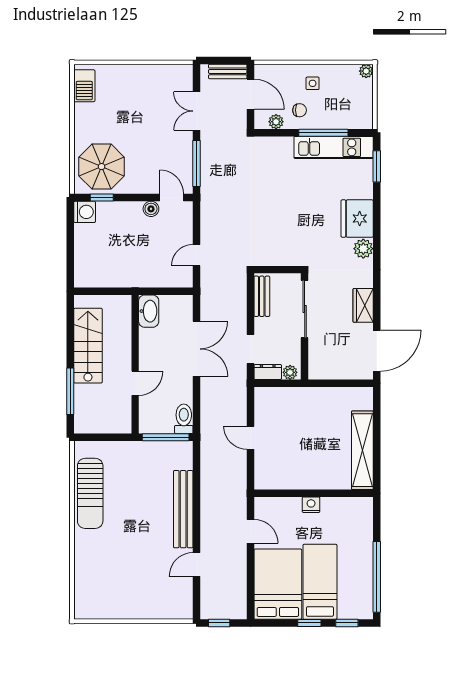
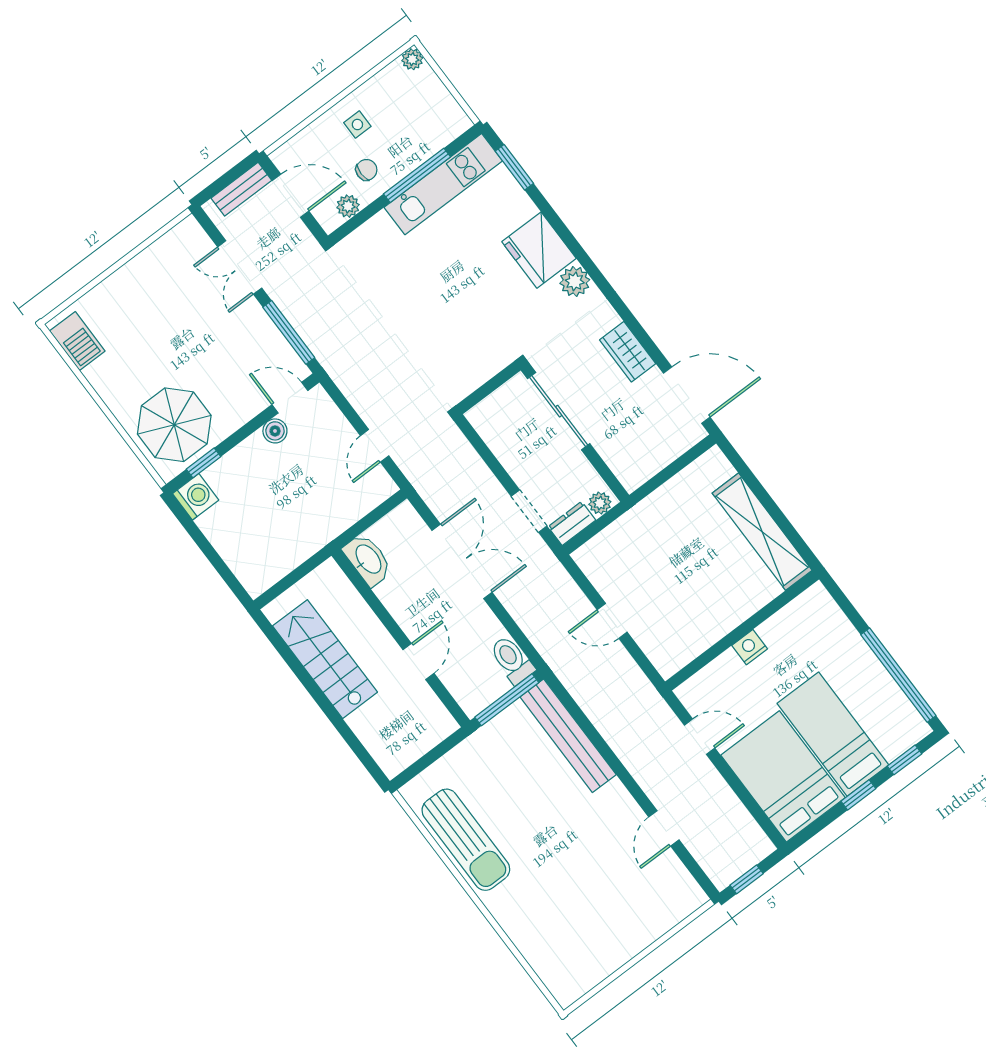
bench: (262, 296) -> (494, 435), removed
door: (377, 351) -> (687, 395), hinge flipped
window: (70, 391) -> (346, 732), removed
bench: (183, 509) -> (568, 736), moved

